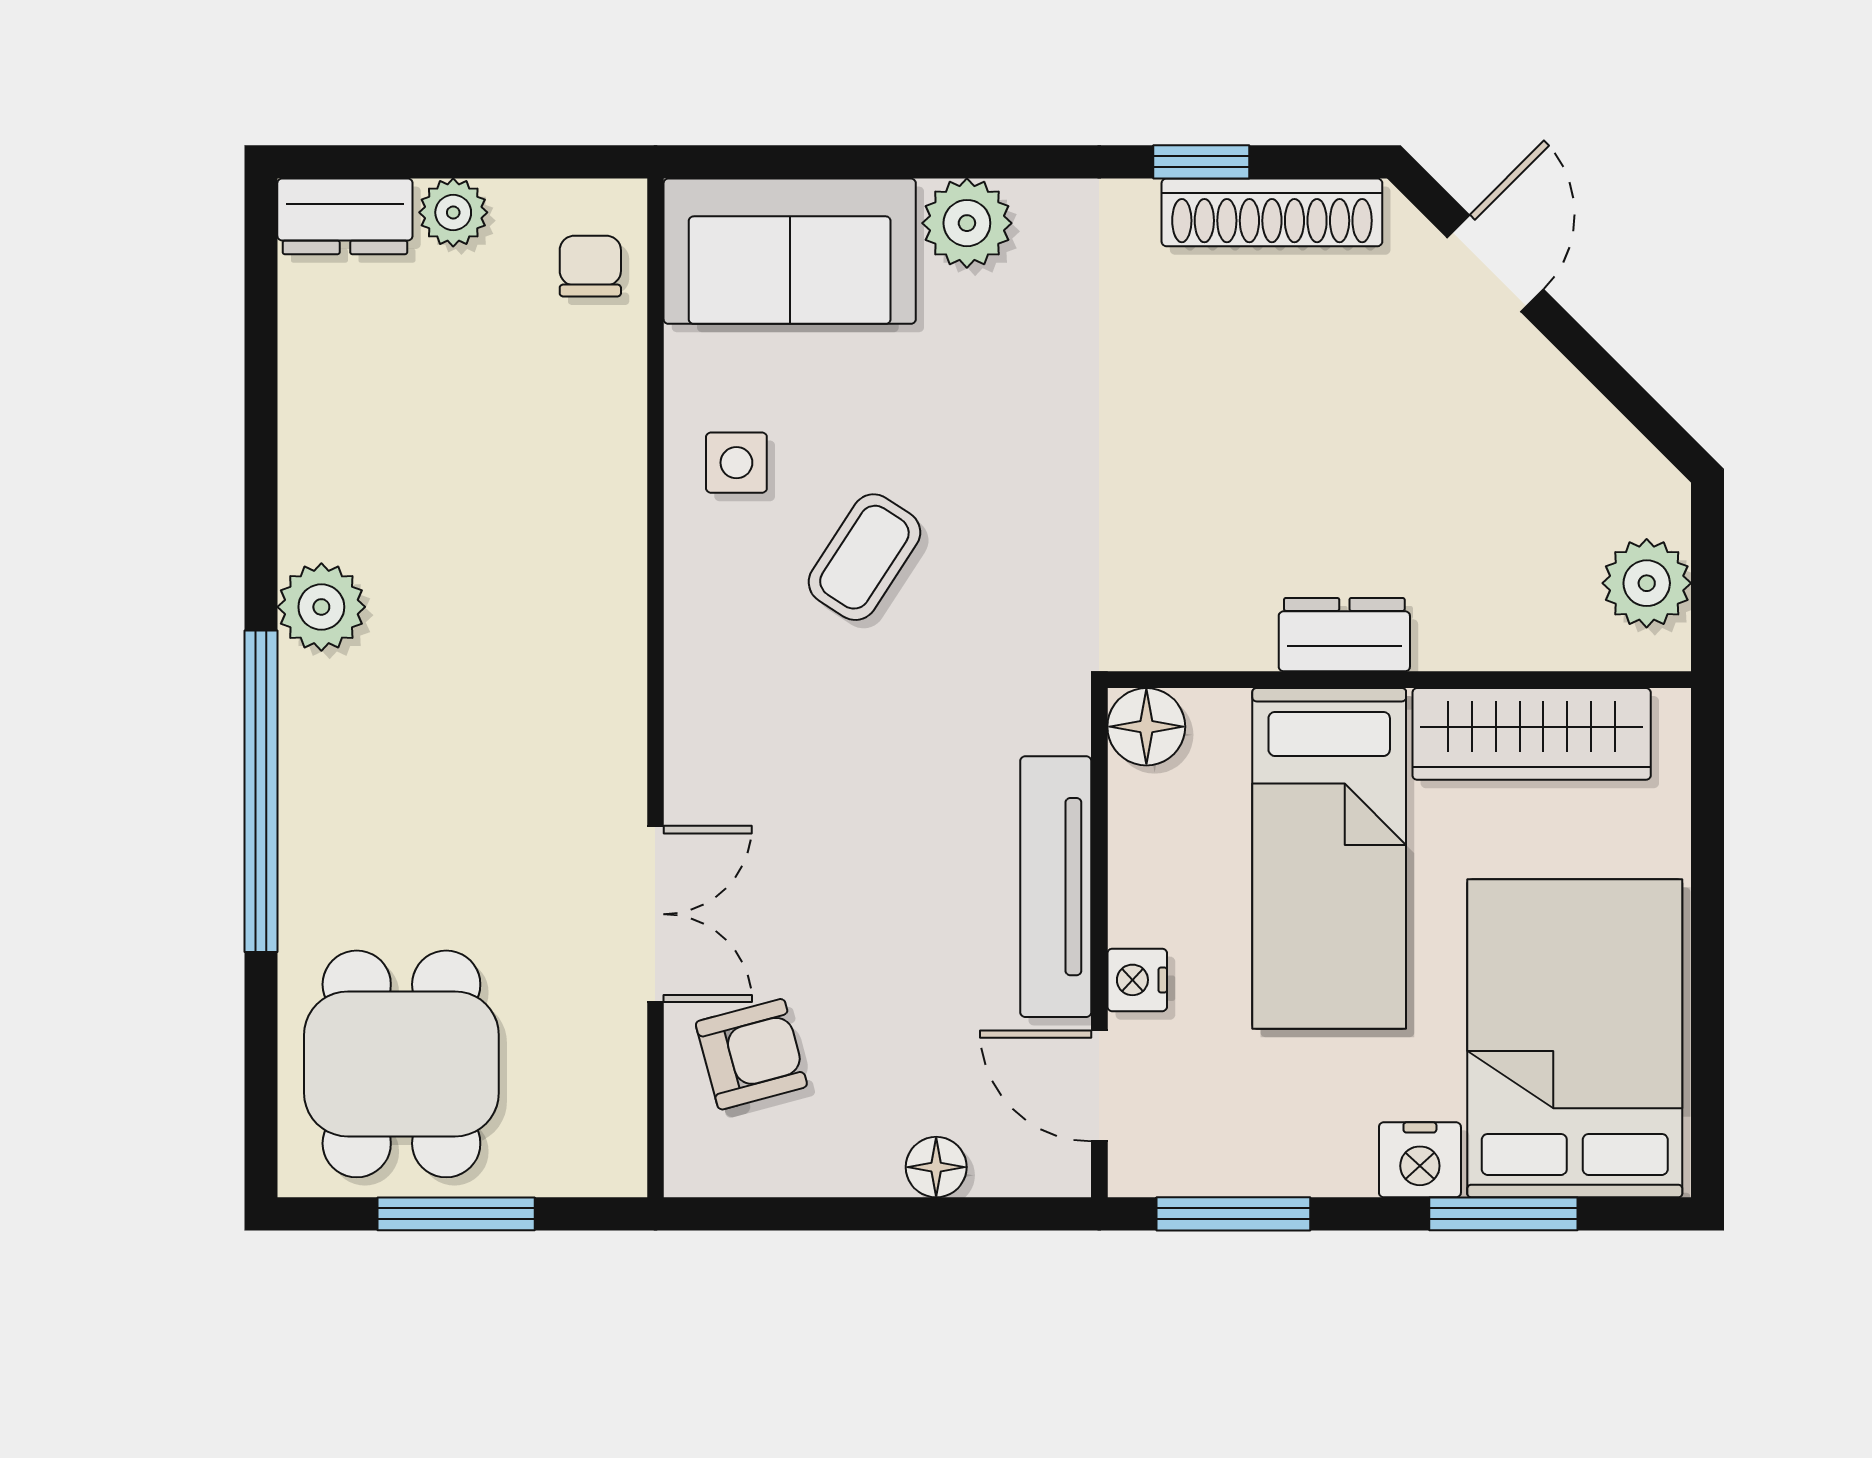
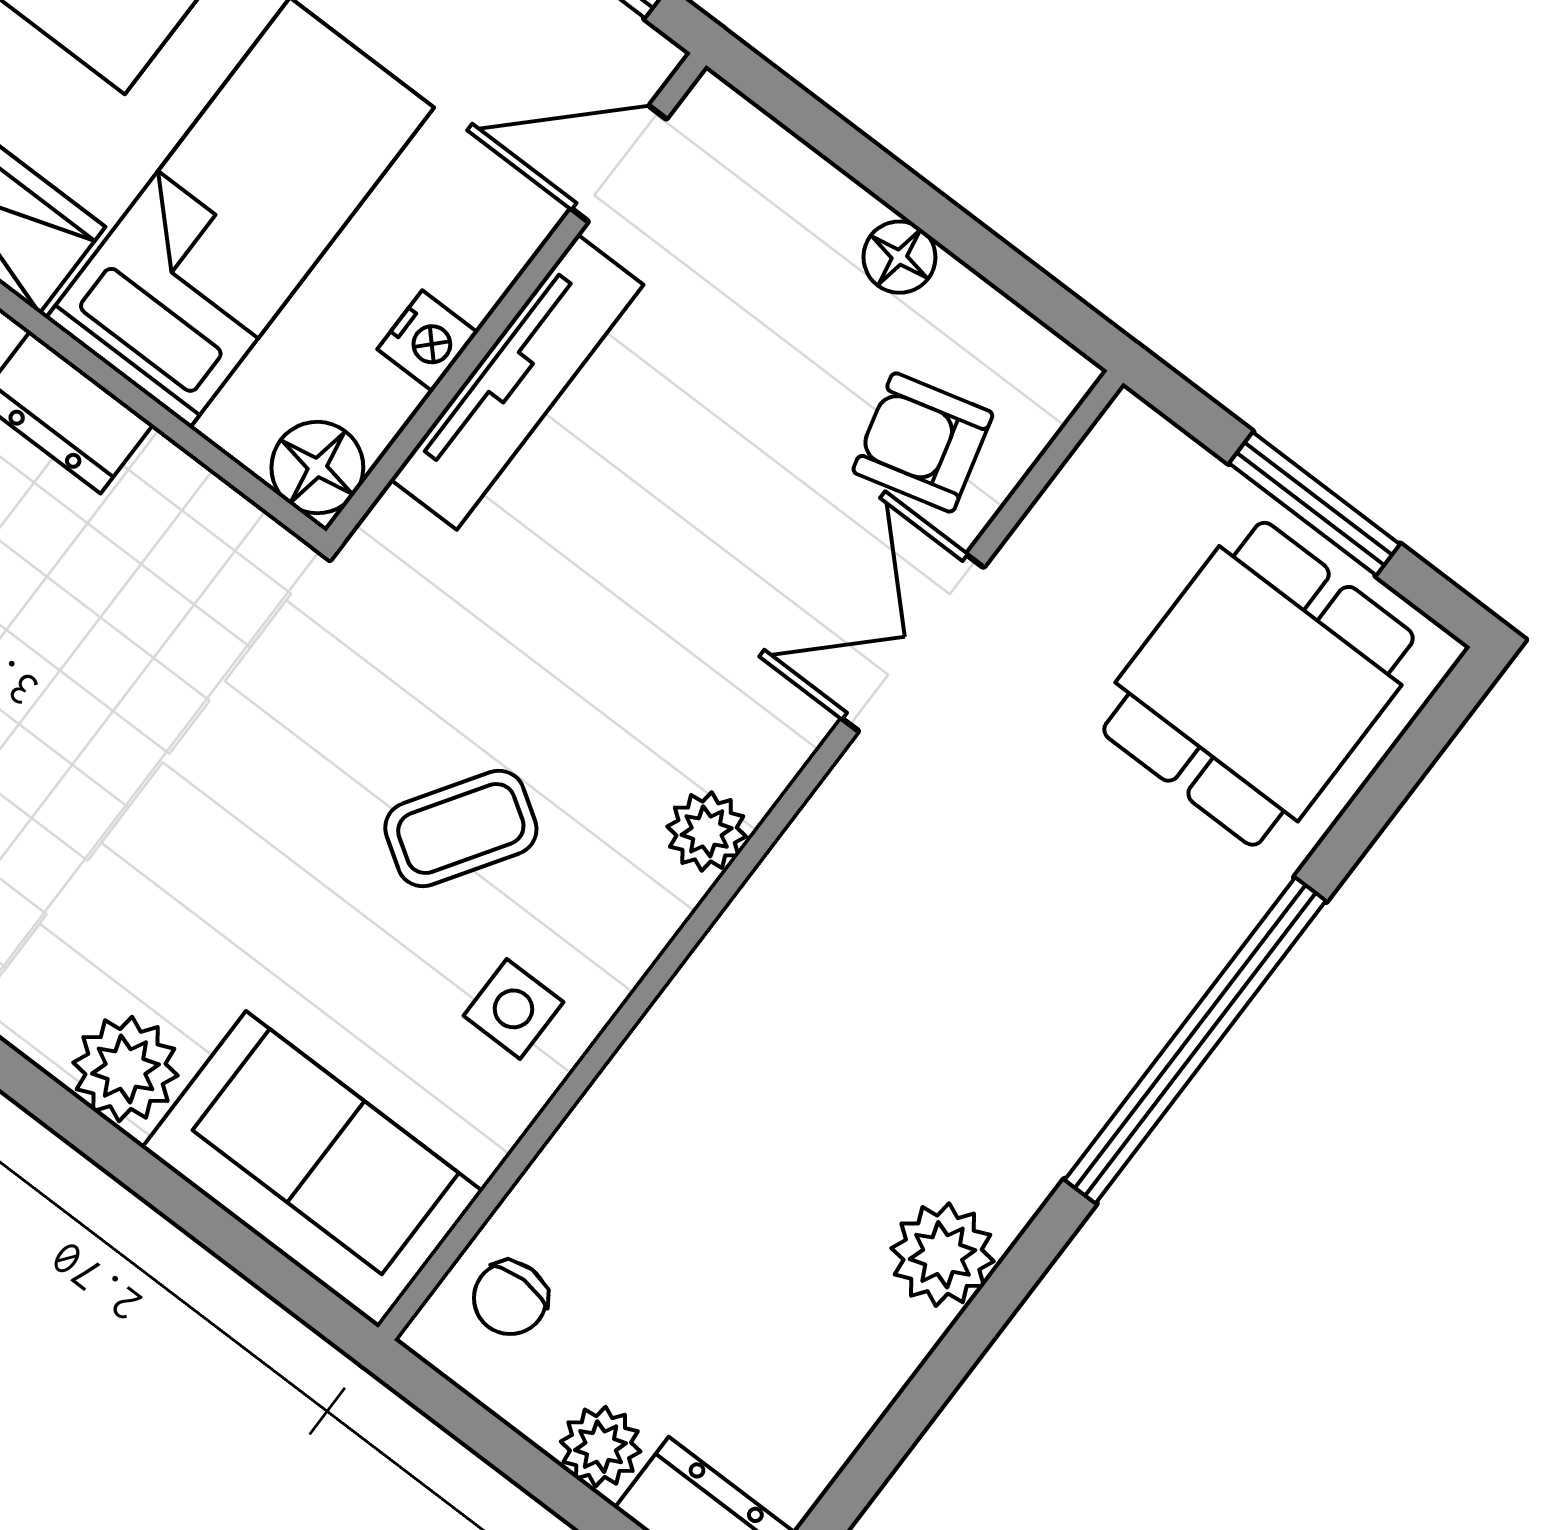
plant: (321, 607) -> (943, 1255), moved
plant: (697, 681) -> (707, 831), added
nightstand: (1137, 980) -> (427, 341), moved
door: (1099, 1086) -> (619, 164), swing flipped
floor lamp: (936, 1167) -> (899, 257), moved

